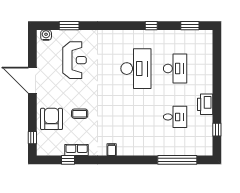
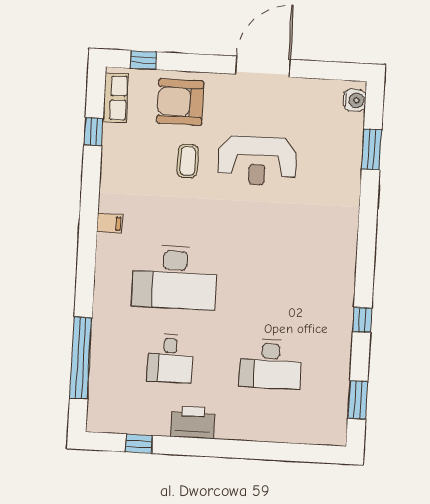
reception desk: (75, 60) -> (257, 161), moved
desk: (136, 69) -> (175, 277), moved
armchair: (51, 119) -> (180, 102), turned 180
row of seats: (77, 150) -> (116, 98), moved

